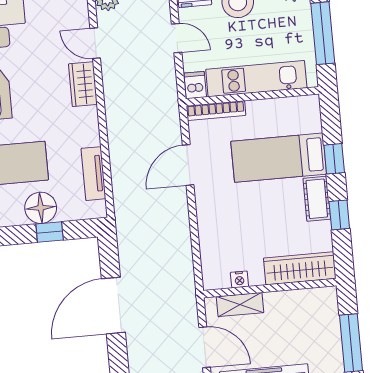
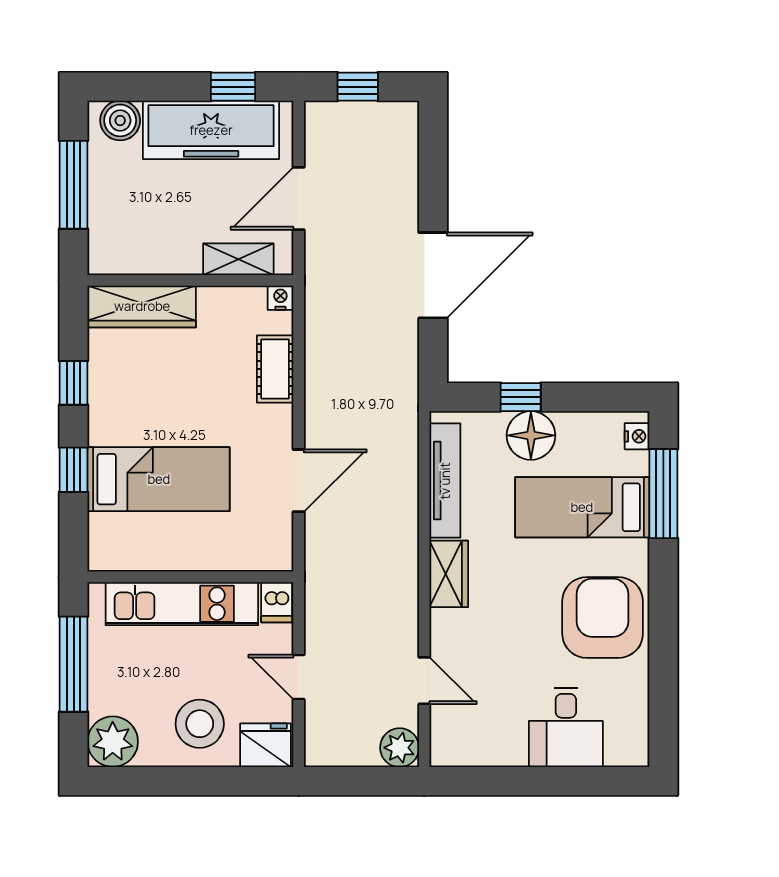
wardrobe: (83, 84) -> (449, 574), moved
bookcase: (216, 111) -> (248, 560), removed
tv unit: (94, 174) -> (445, 481), width x1.41
cot: (317, 199) -> (275, 369), moved
nightstand: (239, 279) -> (280, 298), moved
door: (205, 347) -> (299, 198), hinge flipped

